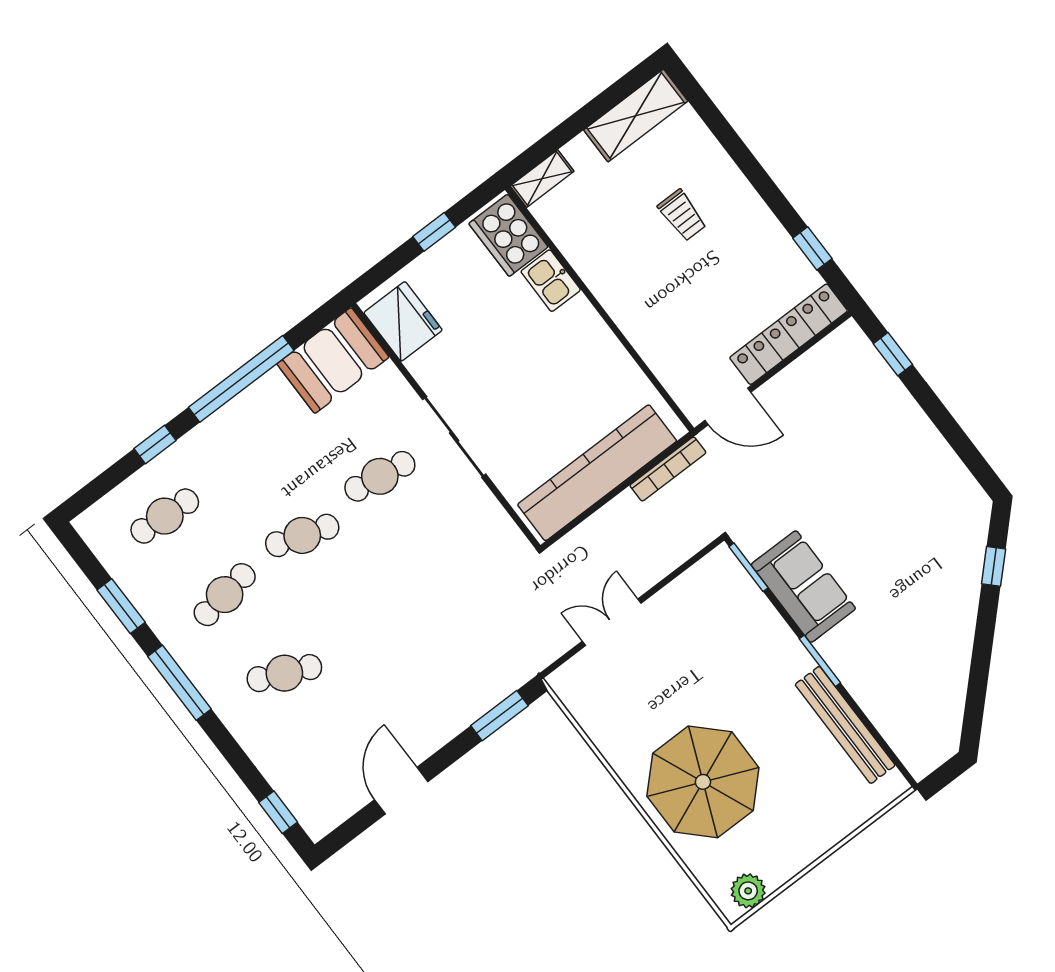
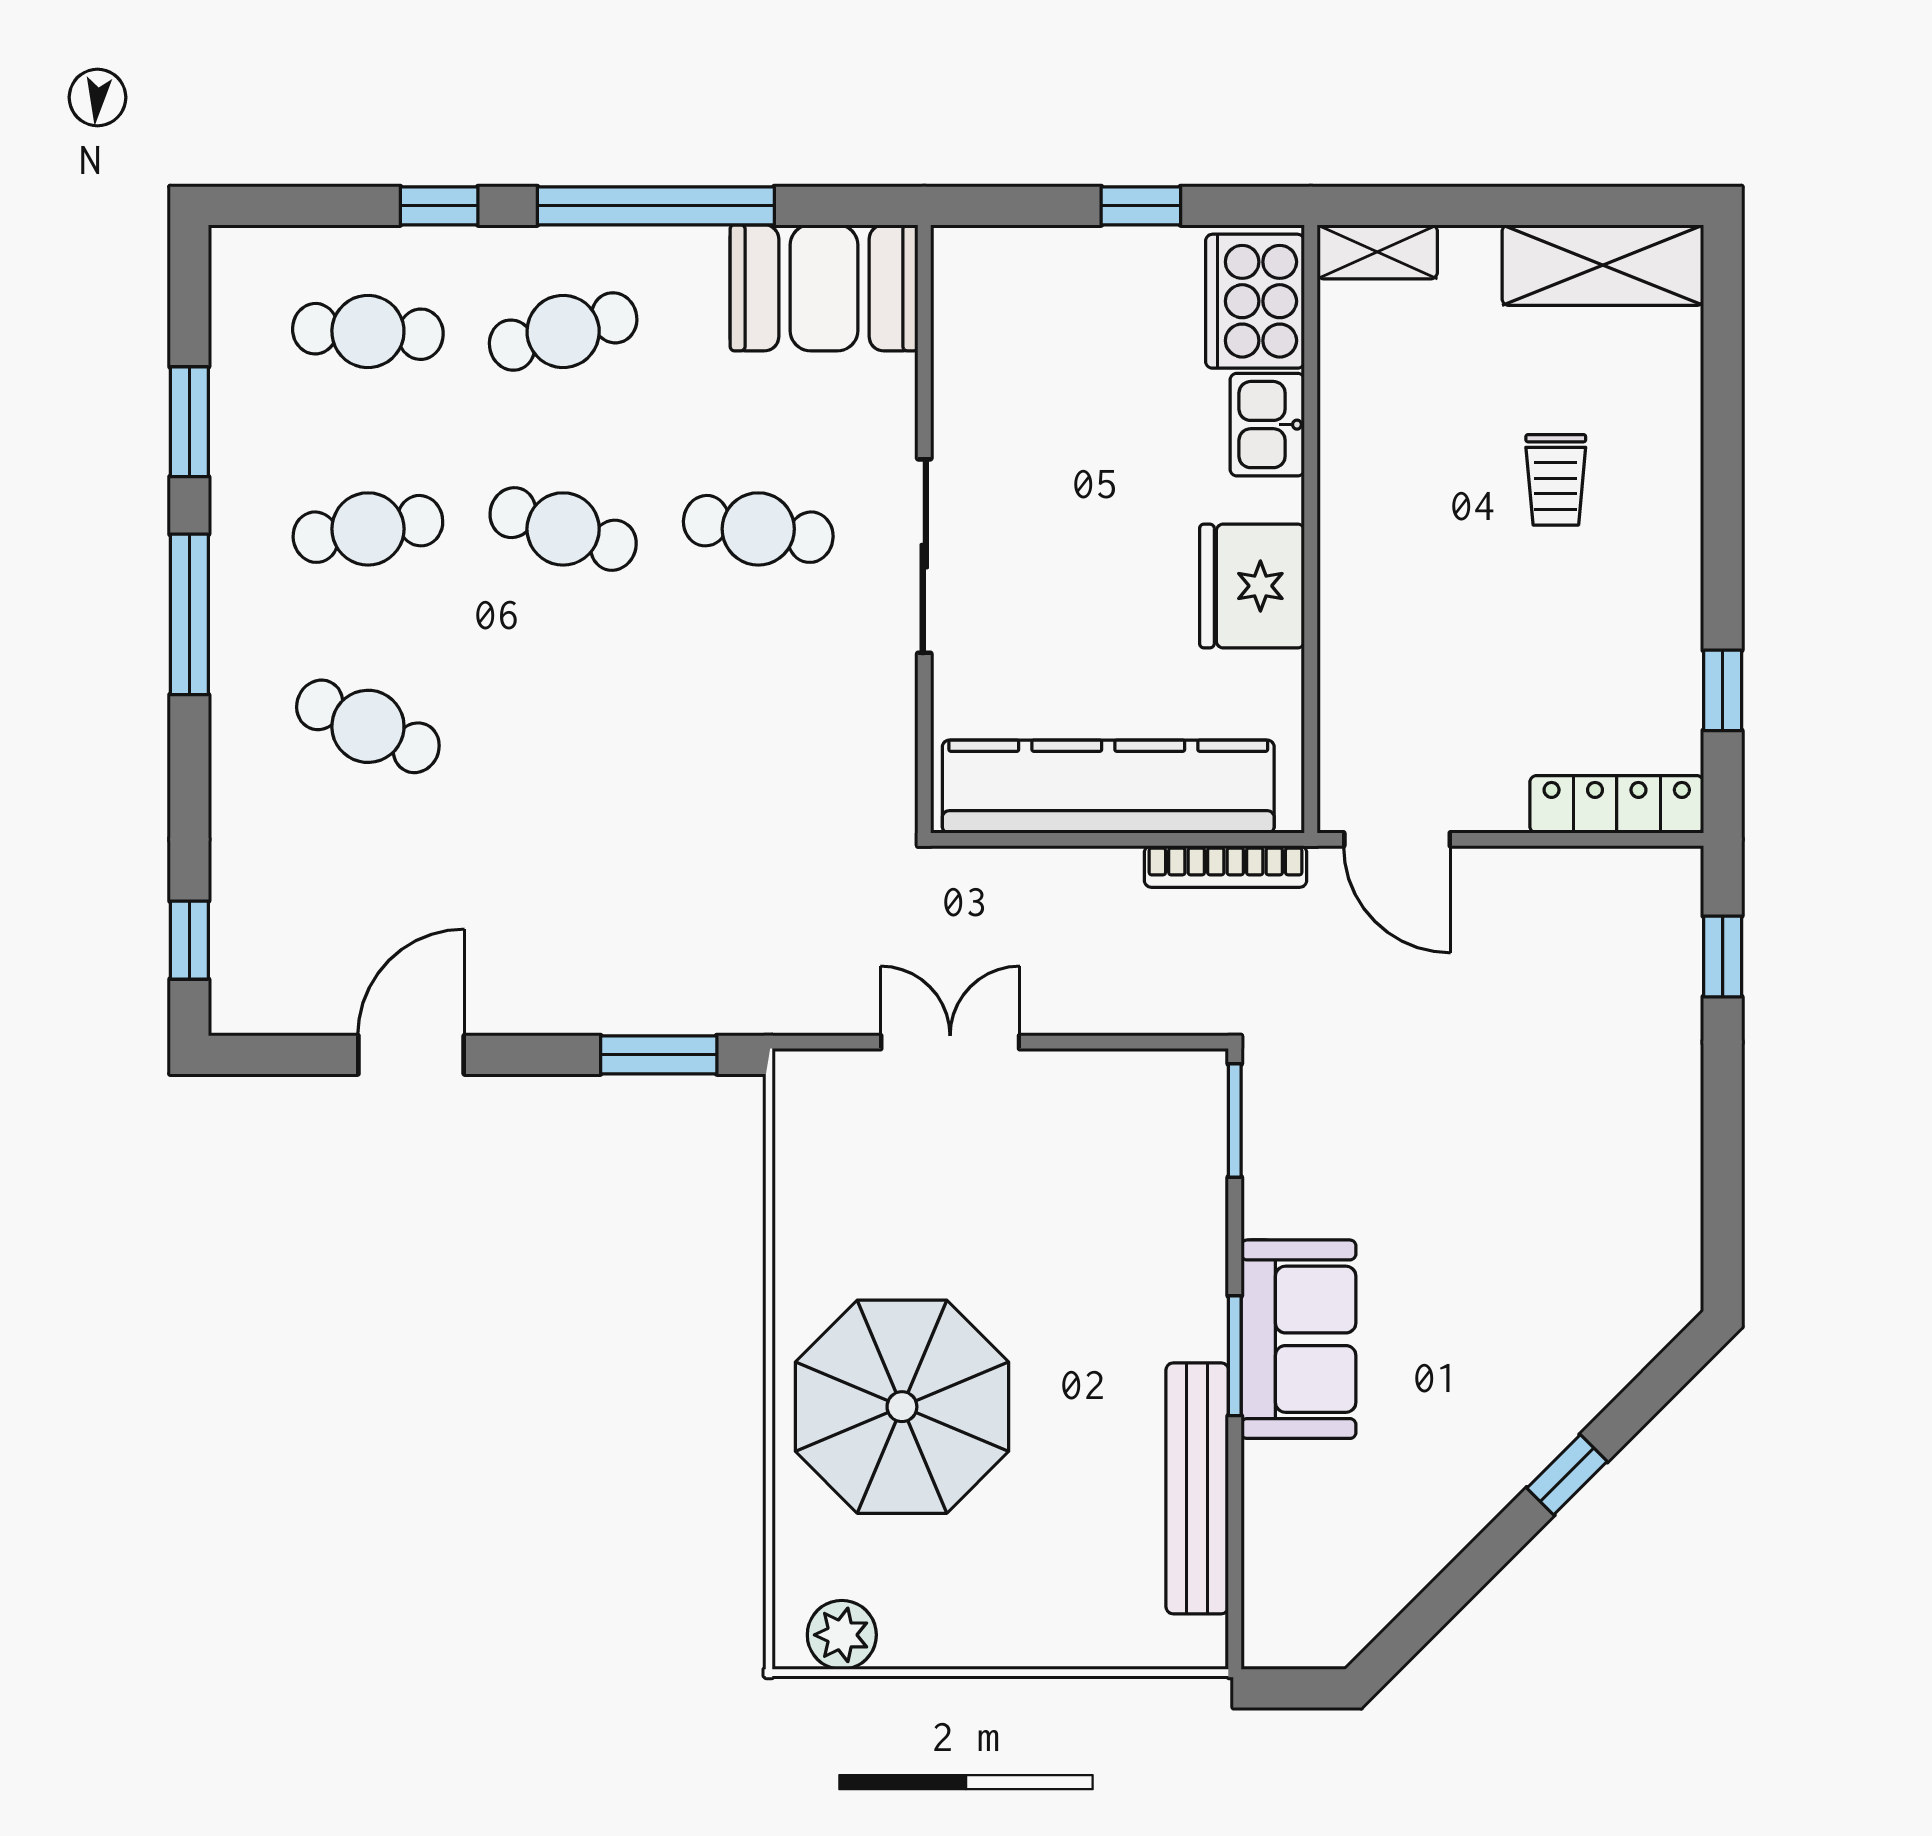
fridge: (403, 321) -> (1252, 586), moved, turned 180
locker: (789, 334) -> (1617, 804), width x0.71, depth x0.83
cafe table: (242, 457) -> (563, 331), added
window: (994, 566) -> (1567, 1475), moved
sofa: (803, 587) -> (1298, 1339), moved

